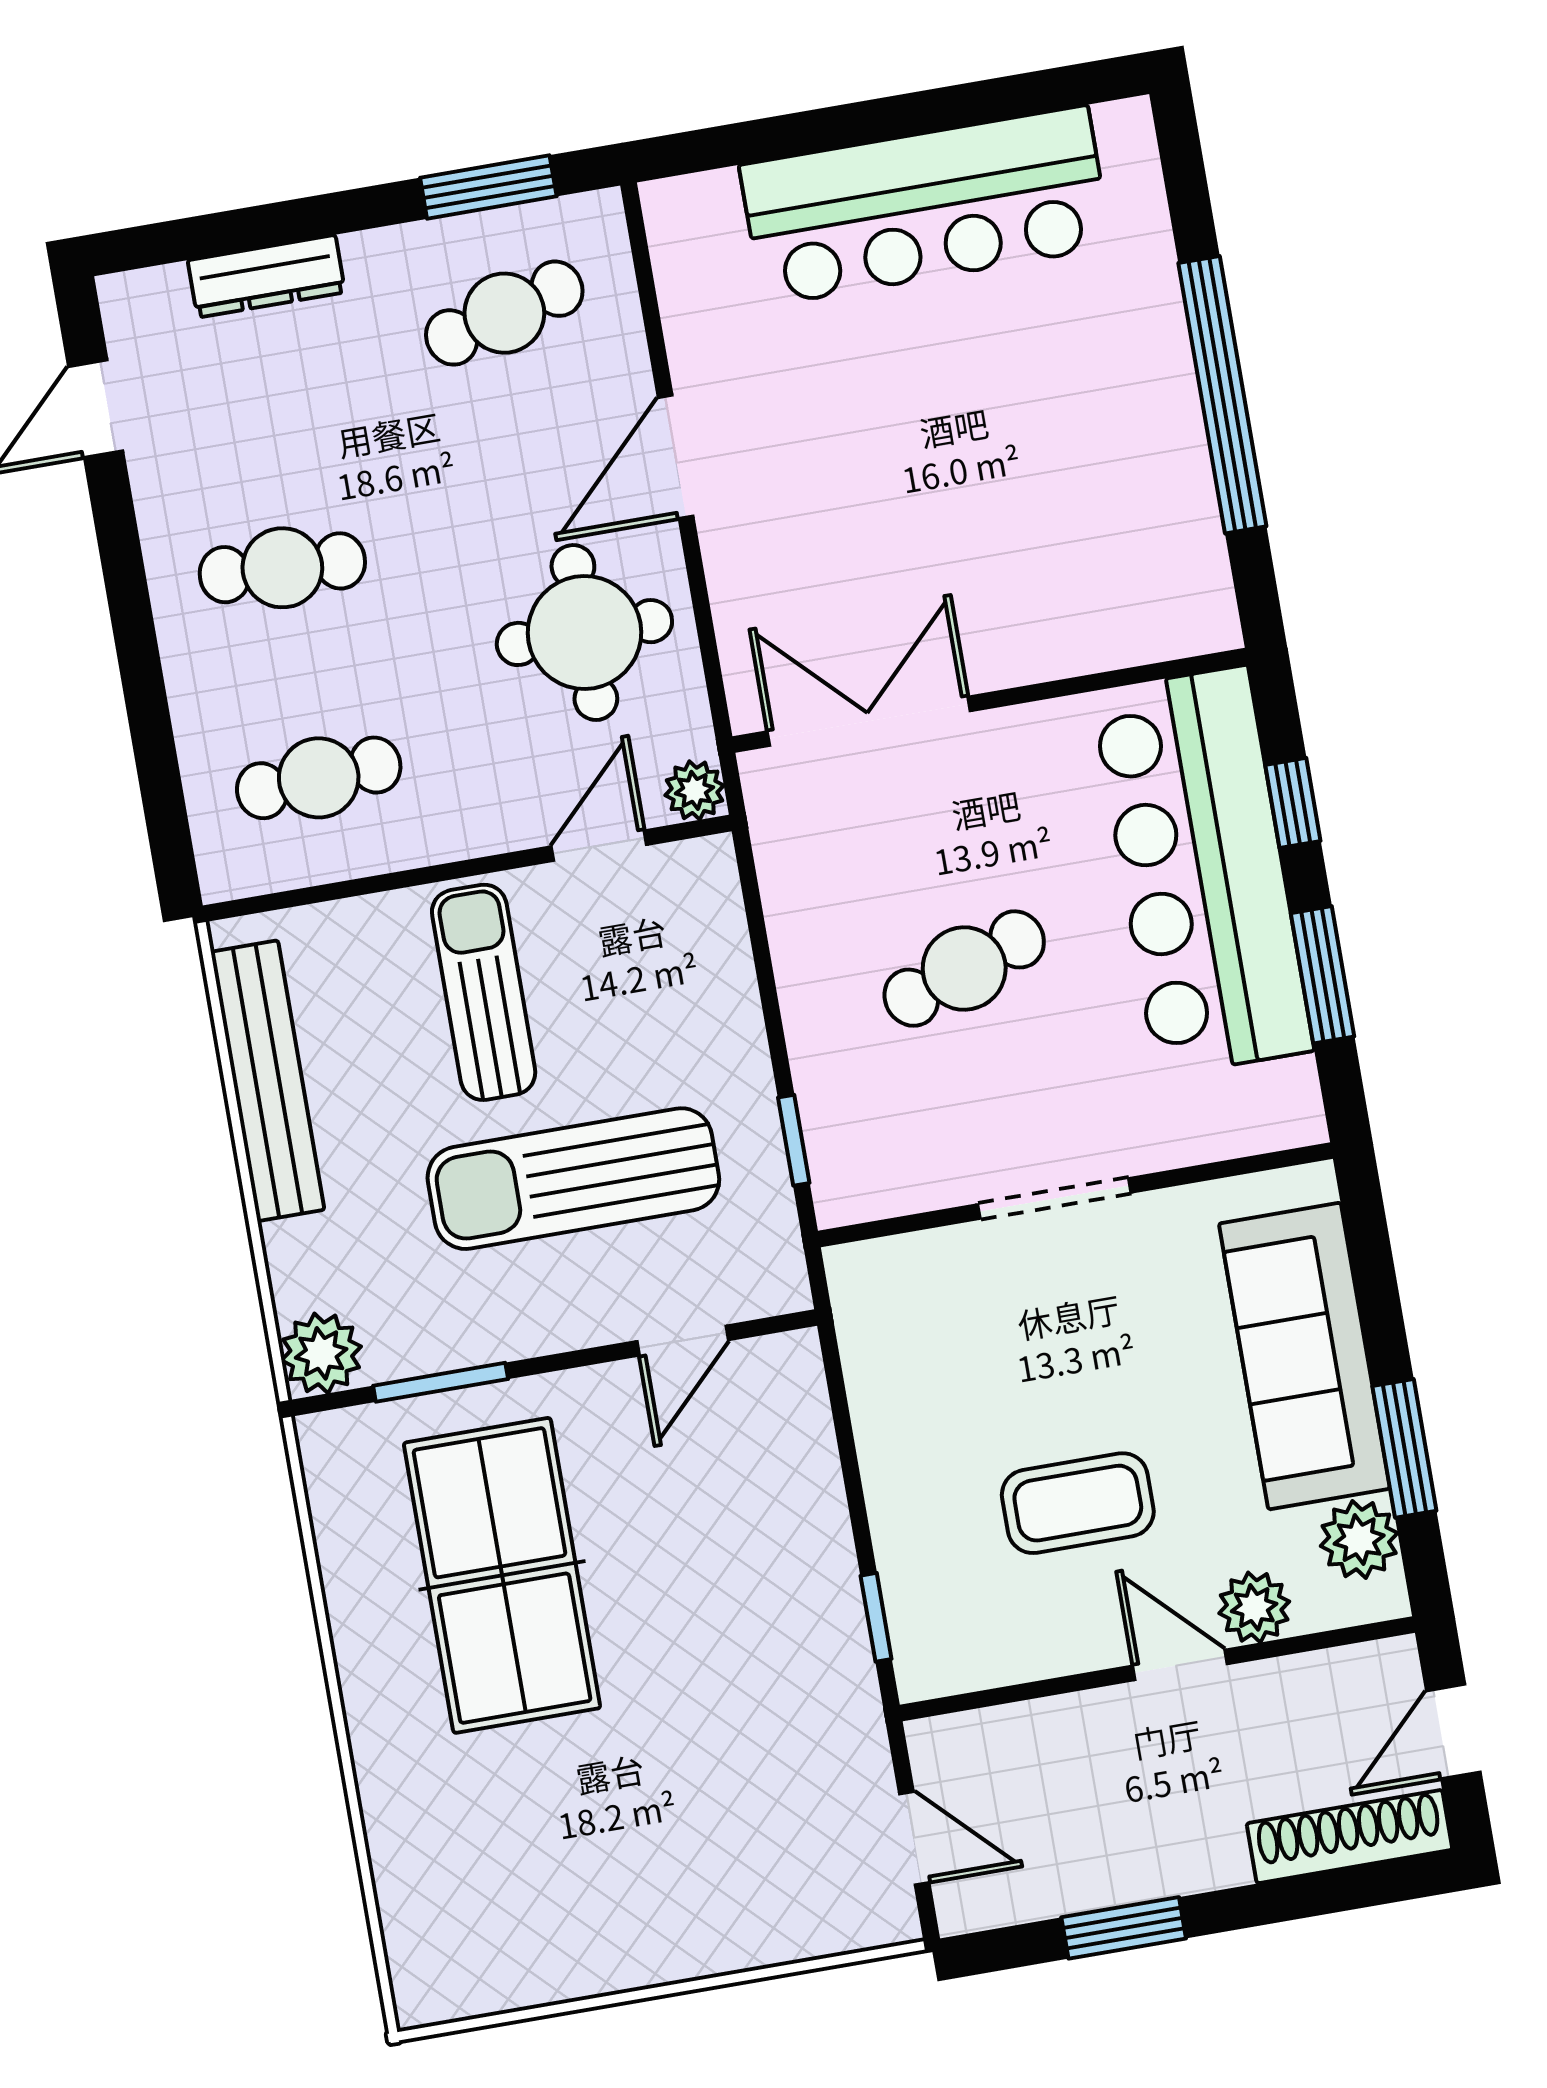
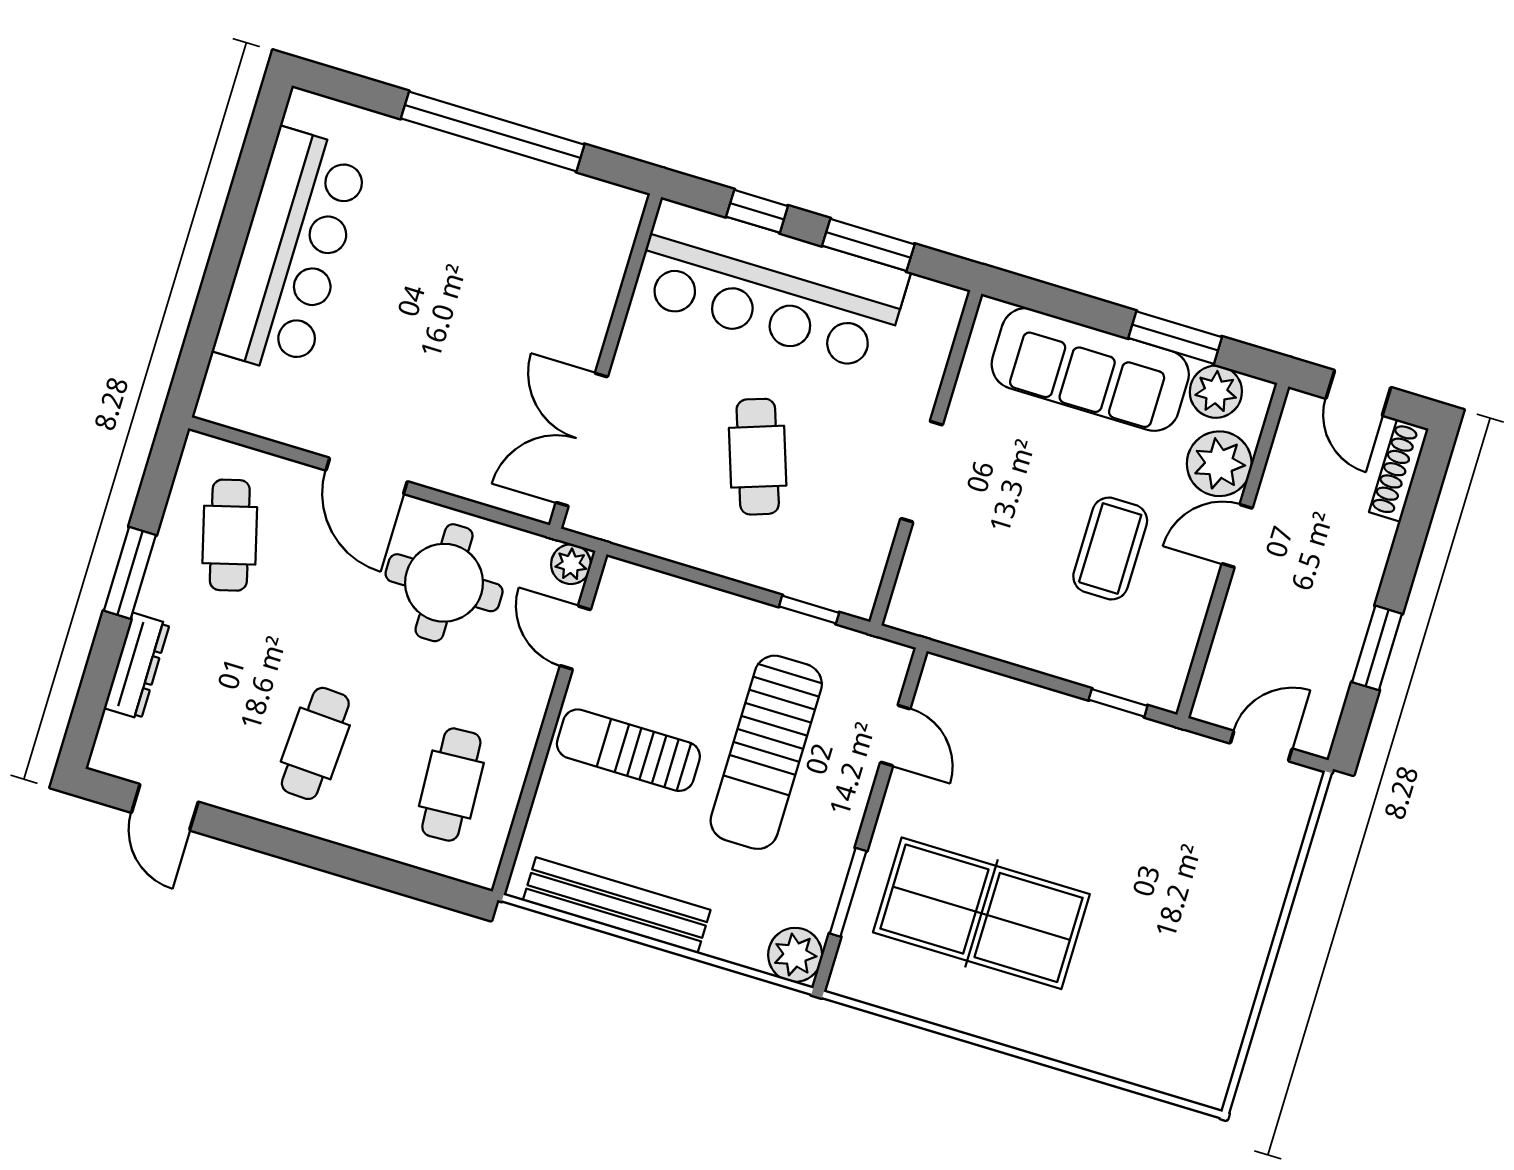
window: (488, 187) -> (130, 573), moved
plant: (1254, 1607) -> (1219, 464), width x1.36, depth x1.36
shoe rack: (1349, 1837) -> (1399, 470), width x0.74, depth x0.81

